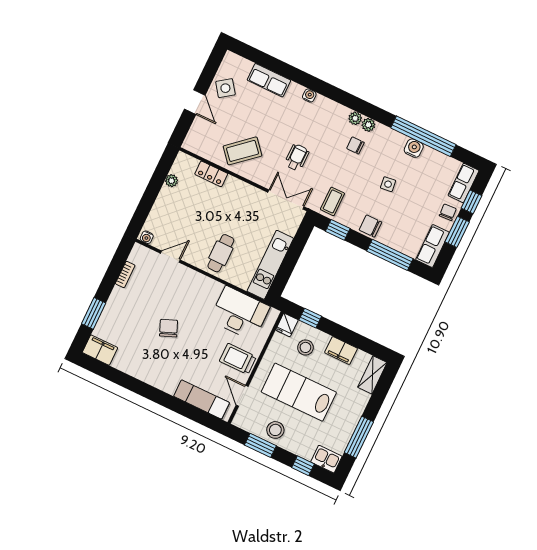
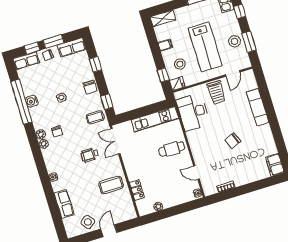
coffee table: (243, 151) -> (111, 185), turned -49
window: (390, 255) -> (95, 64), width x0.46
window: (94, 313) -> (260, 185), removed
filing cabinet: (341, 350) -> (165, 45), width x0.50
exam couch: (202, 399) -> (258, 107), moved

